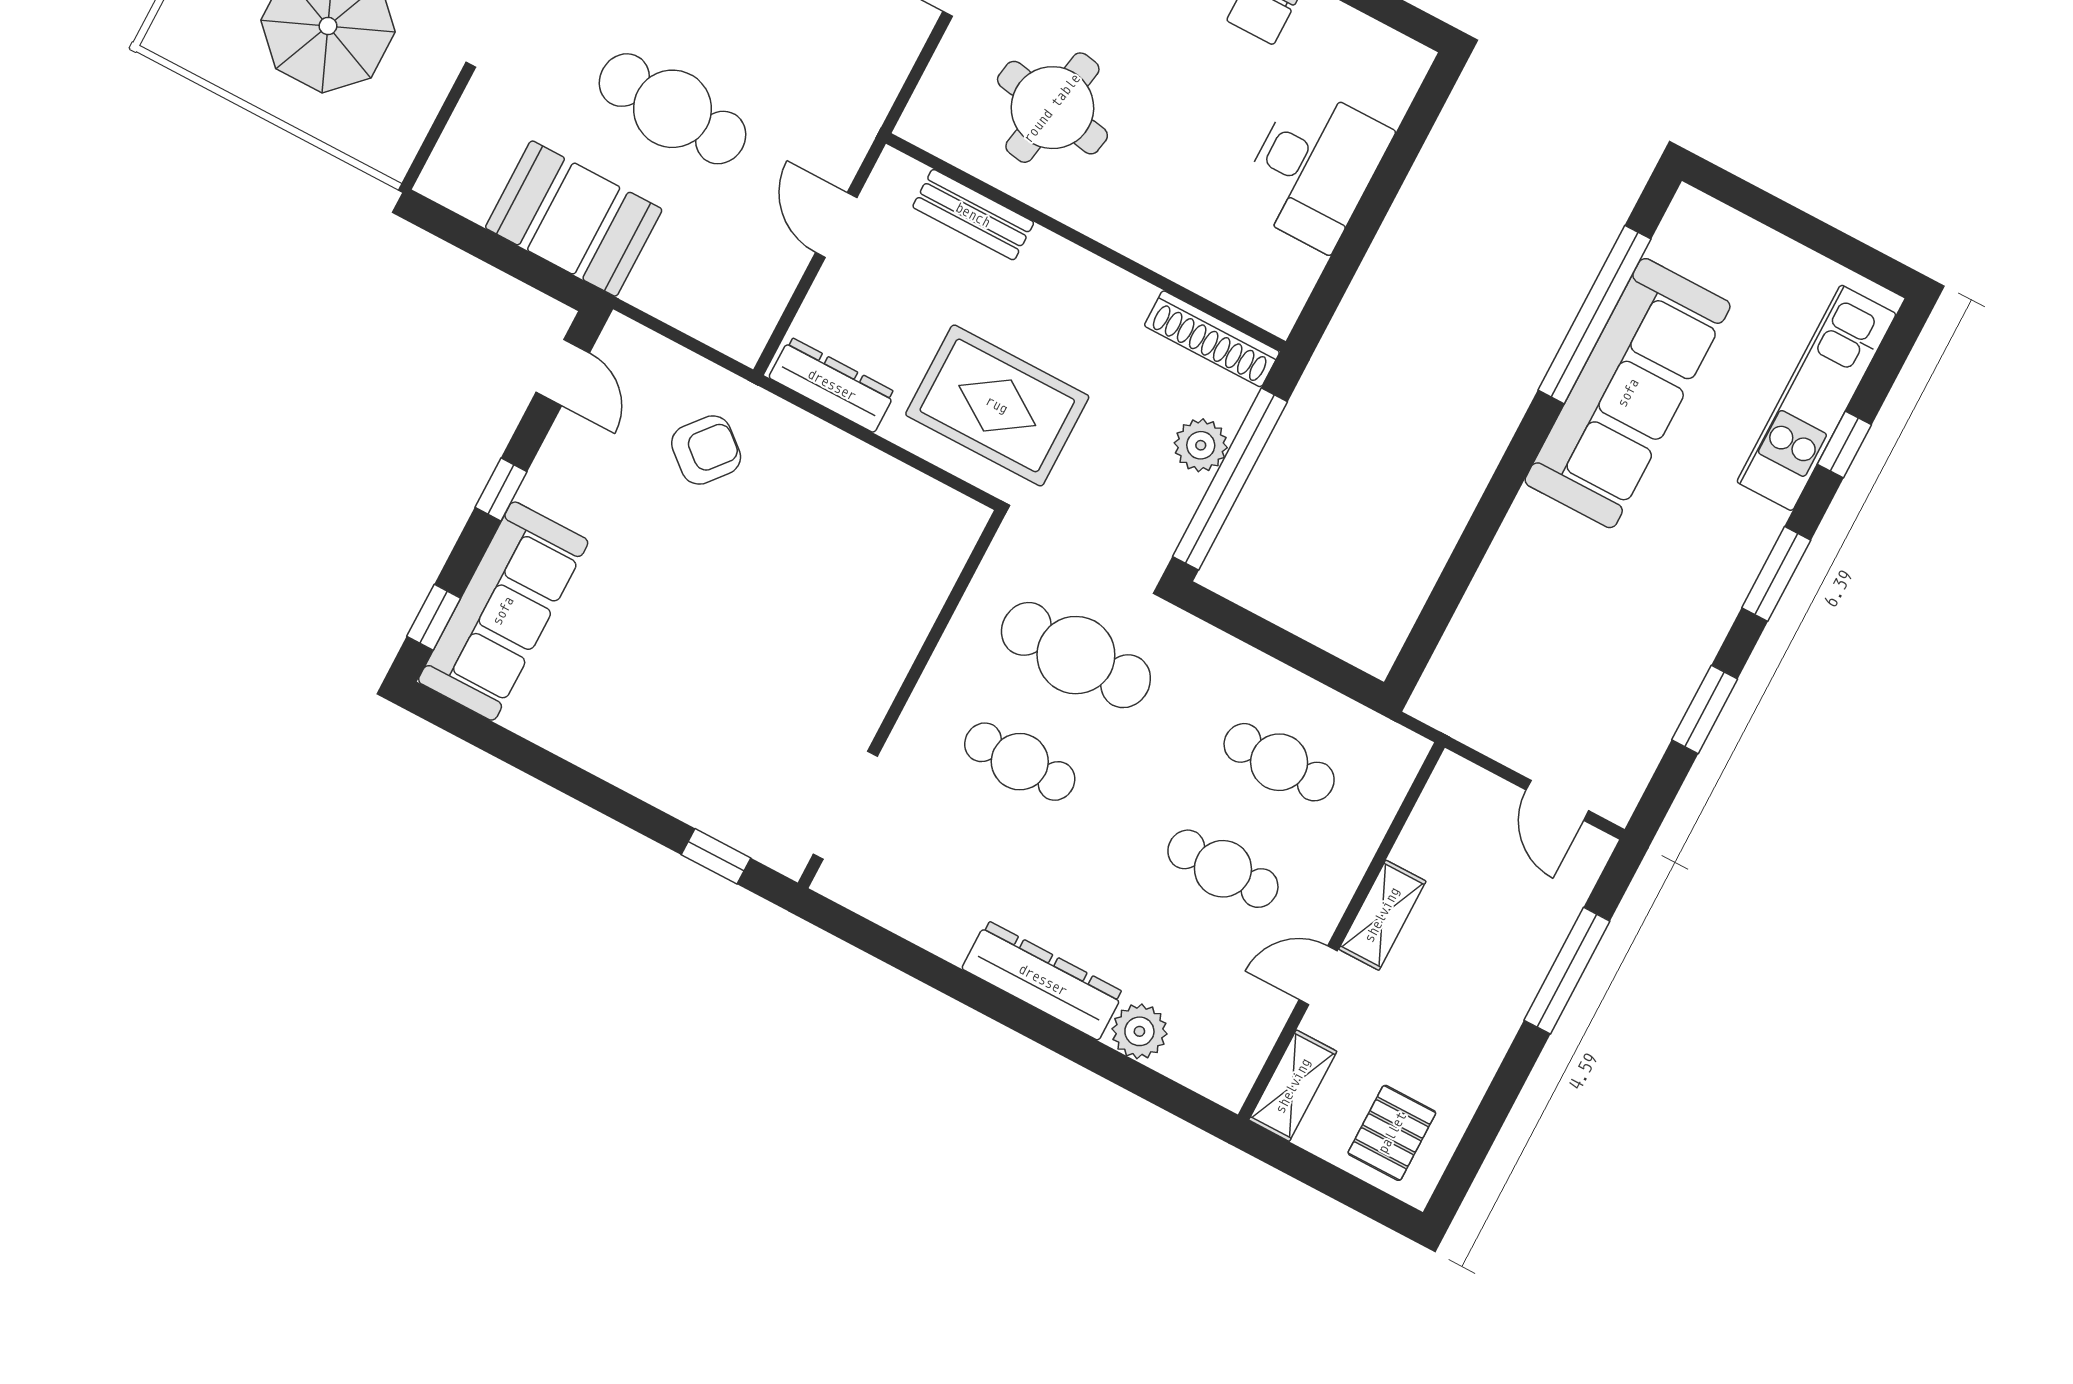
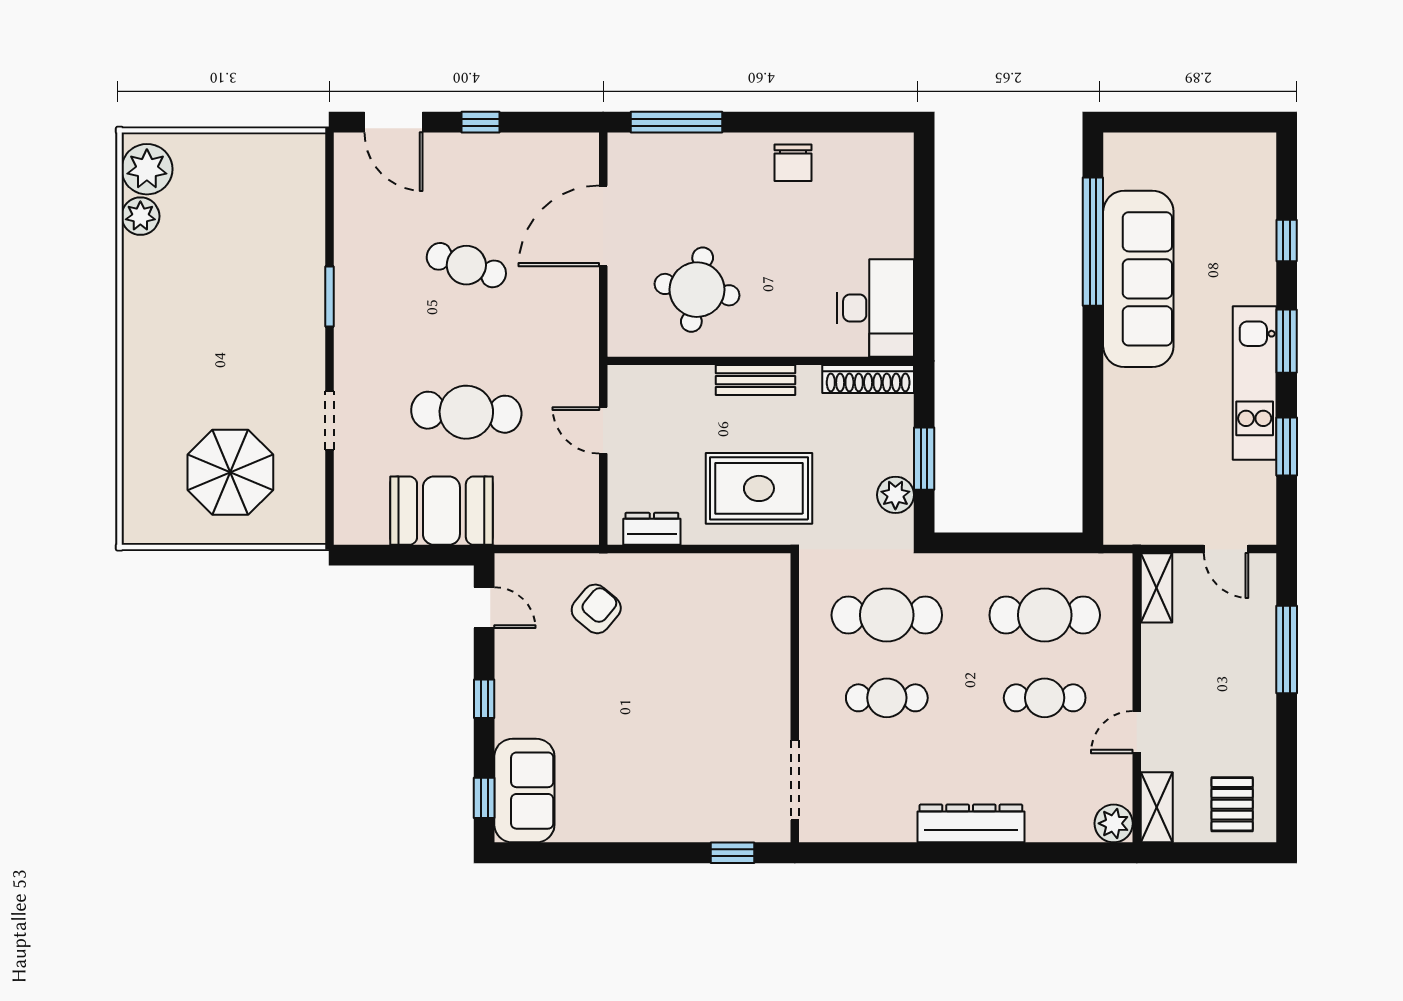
desk: (1314, 168) -> (875, 308), moved
bench: (973, 215) -> (756, 380), moved
dresser: (832, 385) -> (652, 529), width x0.70
kitchen unit: (1816, 398) -> (1255, 383), moved
plant: (1201, 445) -> (895, 495), moved
window: (1230, 479) -> (924, 459), width x0.47
sofa: (503, 611) -> (524, 791), width x0.73
cafe table: (1279, 762) -> (1045, 615), width x1.37, depth x1.35
shelving: (1382, 915) -> (1157, 588), moved
plant: (1139, 1031) -> (1114, 823), moved

